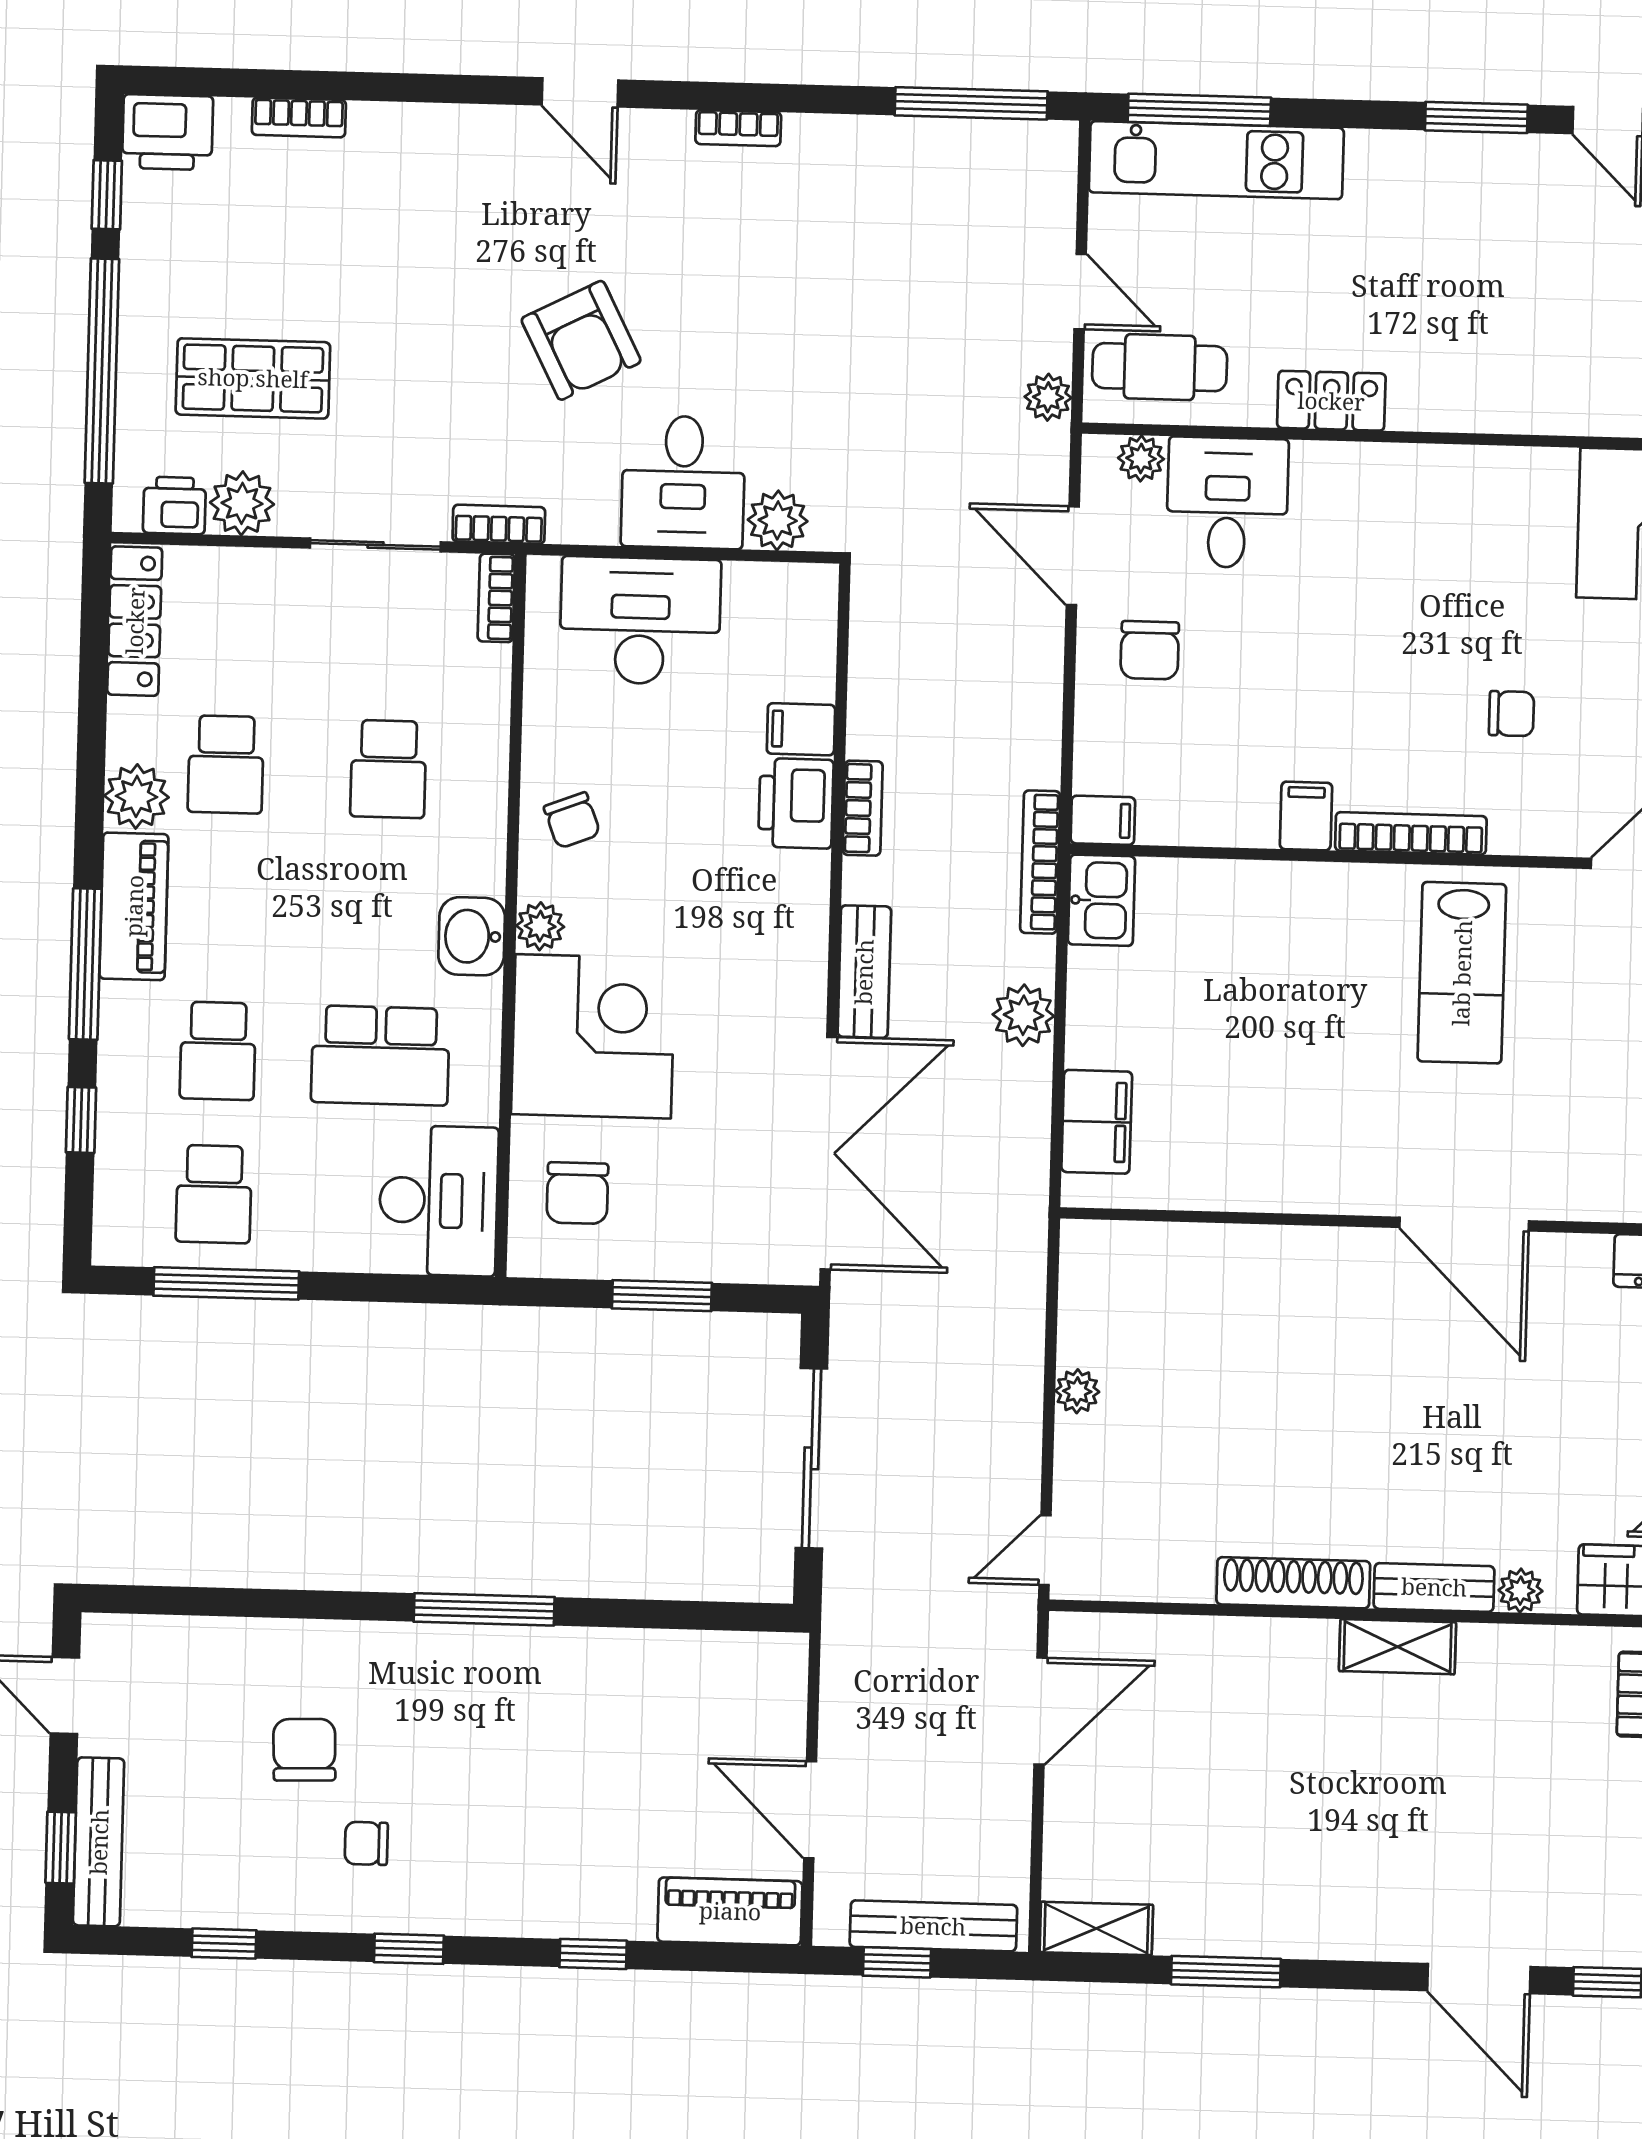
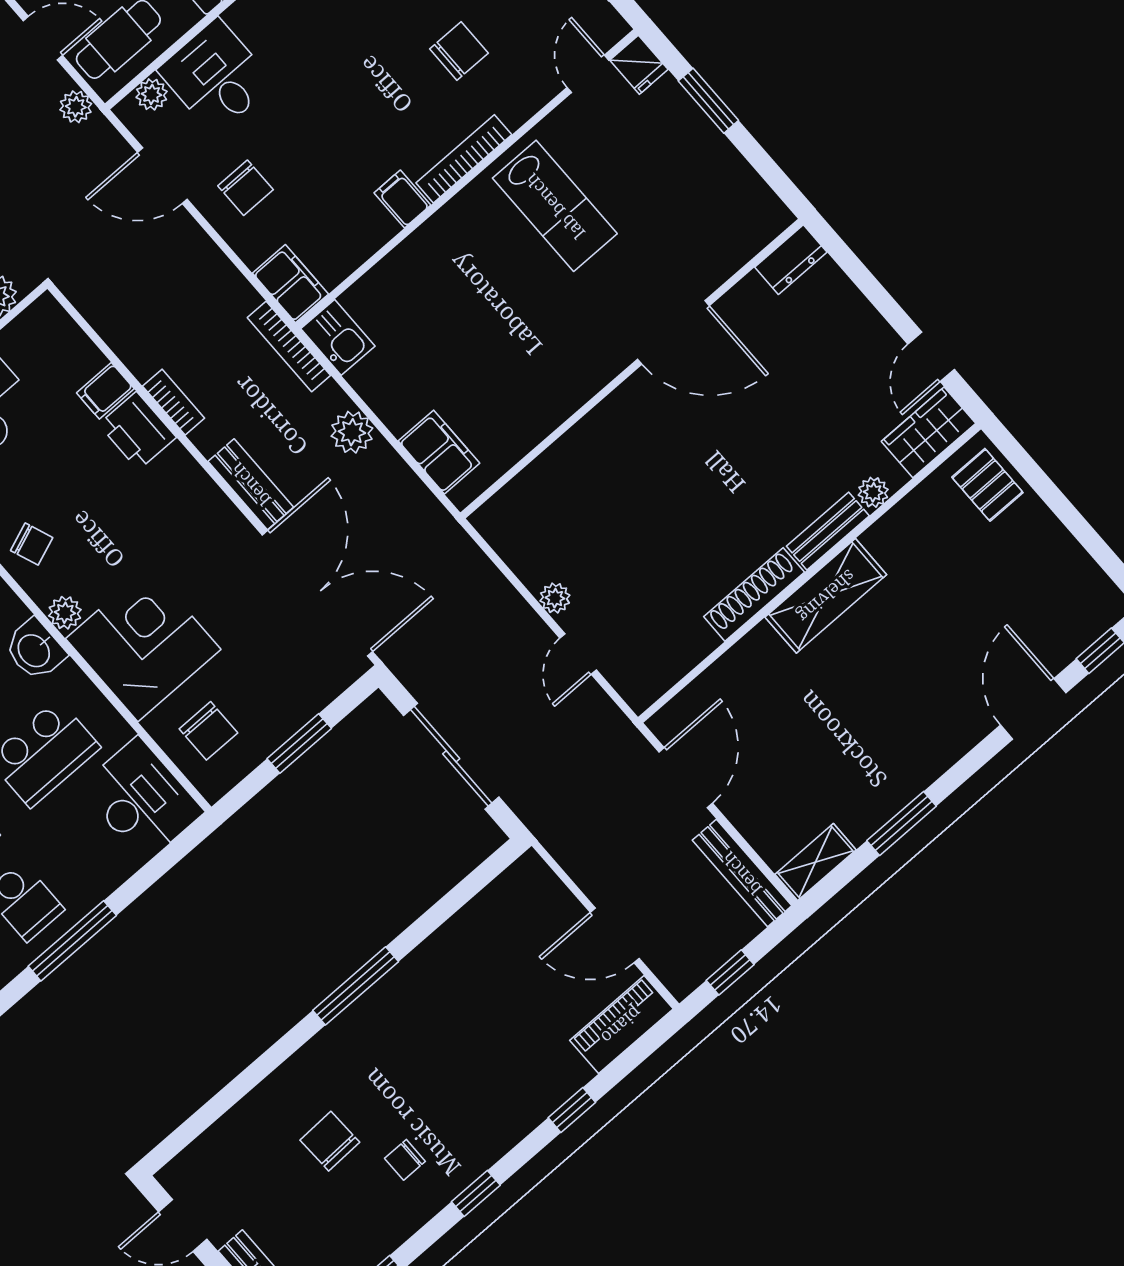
chair: (1511, 714) -> (459, 51), width x1.37, depth x1.37
filing cabinet: (1103, 820) -> (290, 284), width x2.00
door: (1045, 1550) -> (578, 654), moved
shelving: (1398, 1647) -> (826, 596), width x1.50, depth x1.33
bench: (933, 1926) -> (742, 873), moved, turned 90
door: (1479, 1979) -> (1033, 709), swing flipped

